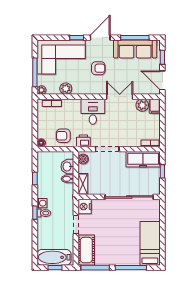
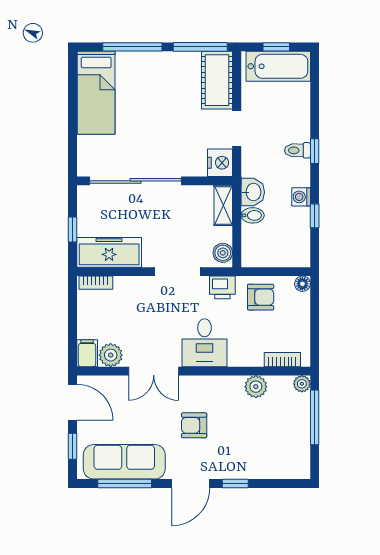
corner sofa: (61, 57) -> (265, 447), removed
washbasin: (67, 167) -> (253, 192), moved
washing machine: (42, 203) -> (301, 197), moved

